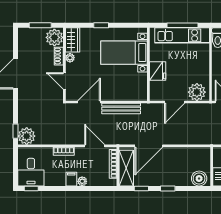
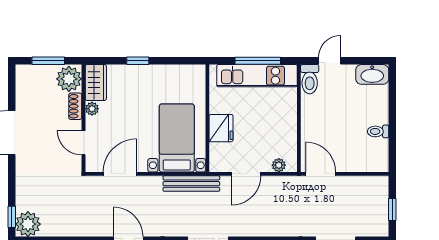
bed with nightstands: (124, 53) -> (177, 138), moved, turned 90
plant: (197, 92) -> (279, 165), width x0.53, depth x0.53
bench: (121, 109) -> (191, 184), moved

